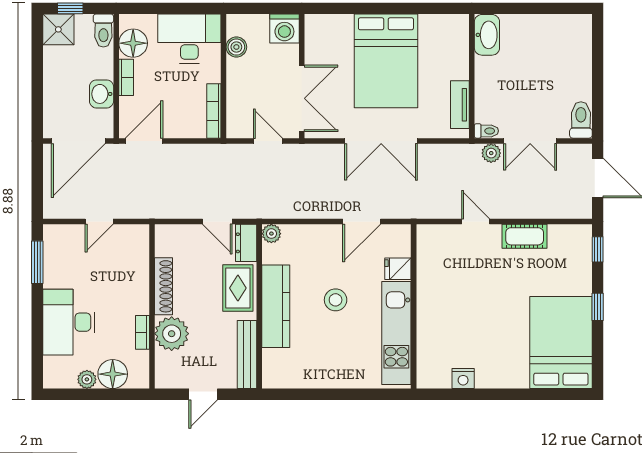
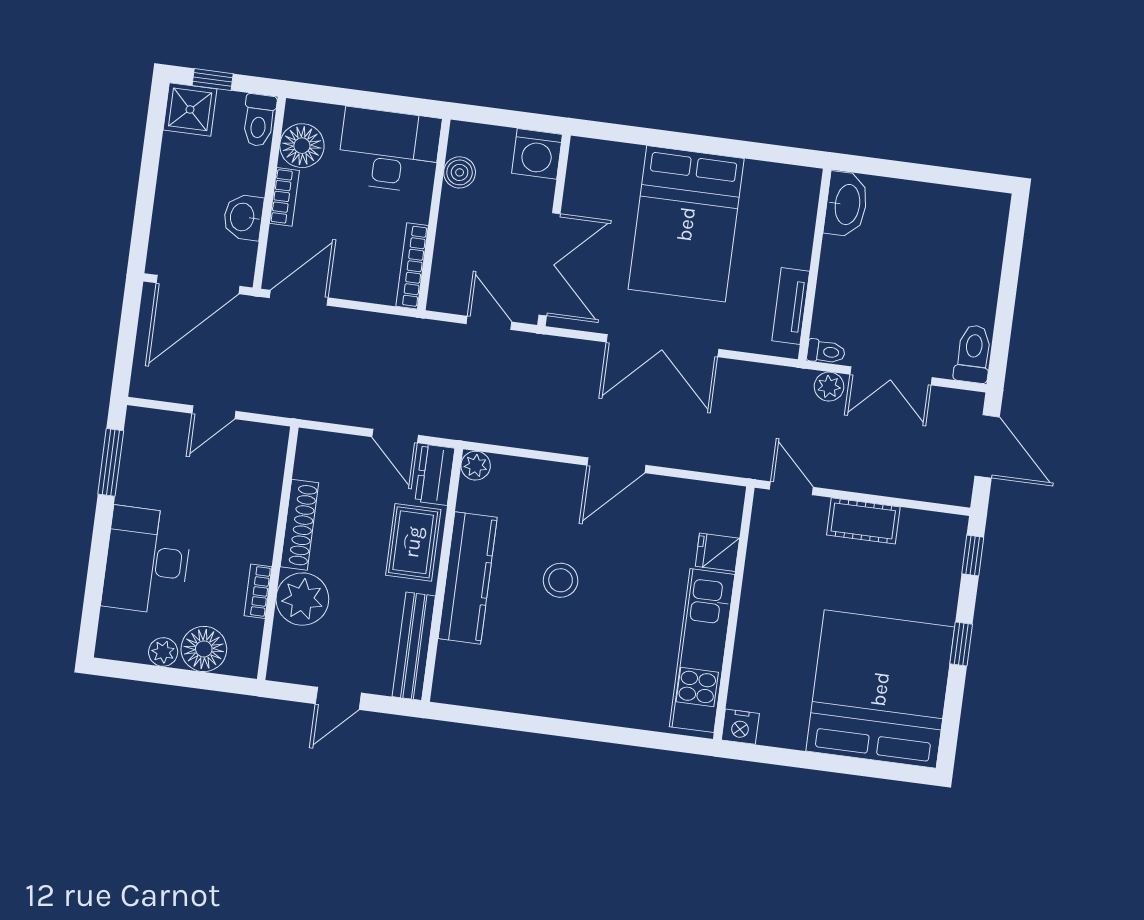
fridge: (398, 269) -> (717, 552), moved
wall: (414, 306) -> (734, 613), moved
kitchen unit: (396, 333) -> (702, 651), moved
bed: (561, 343) -> (880, 689), width x1.36

